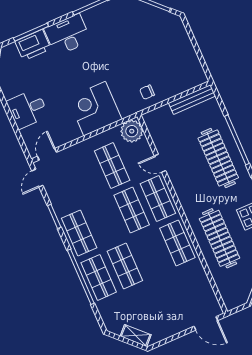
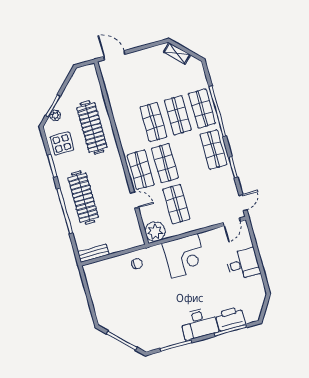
bench: (192, 100) -> (94, 253), width x0.73
shop shelf: (177, 243) -> (154, 122), moved

